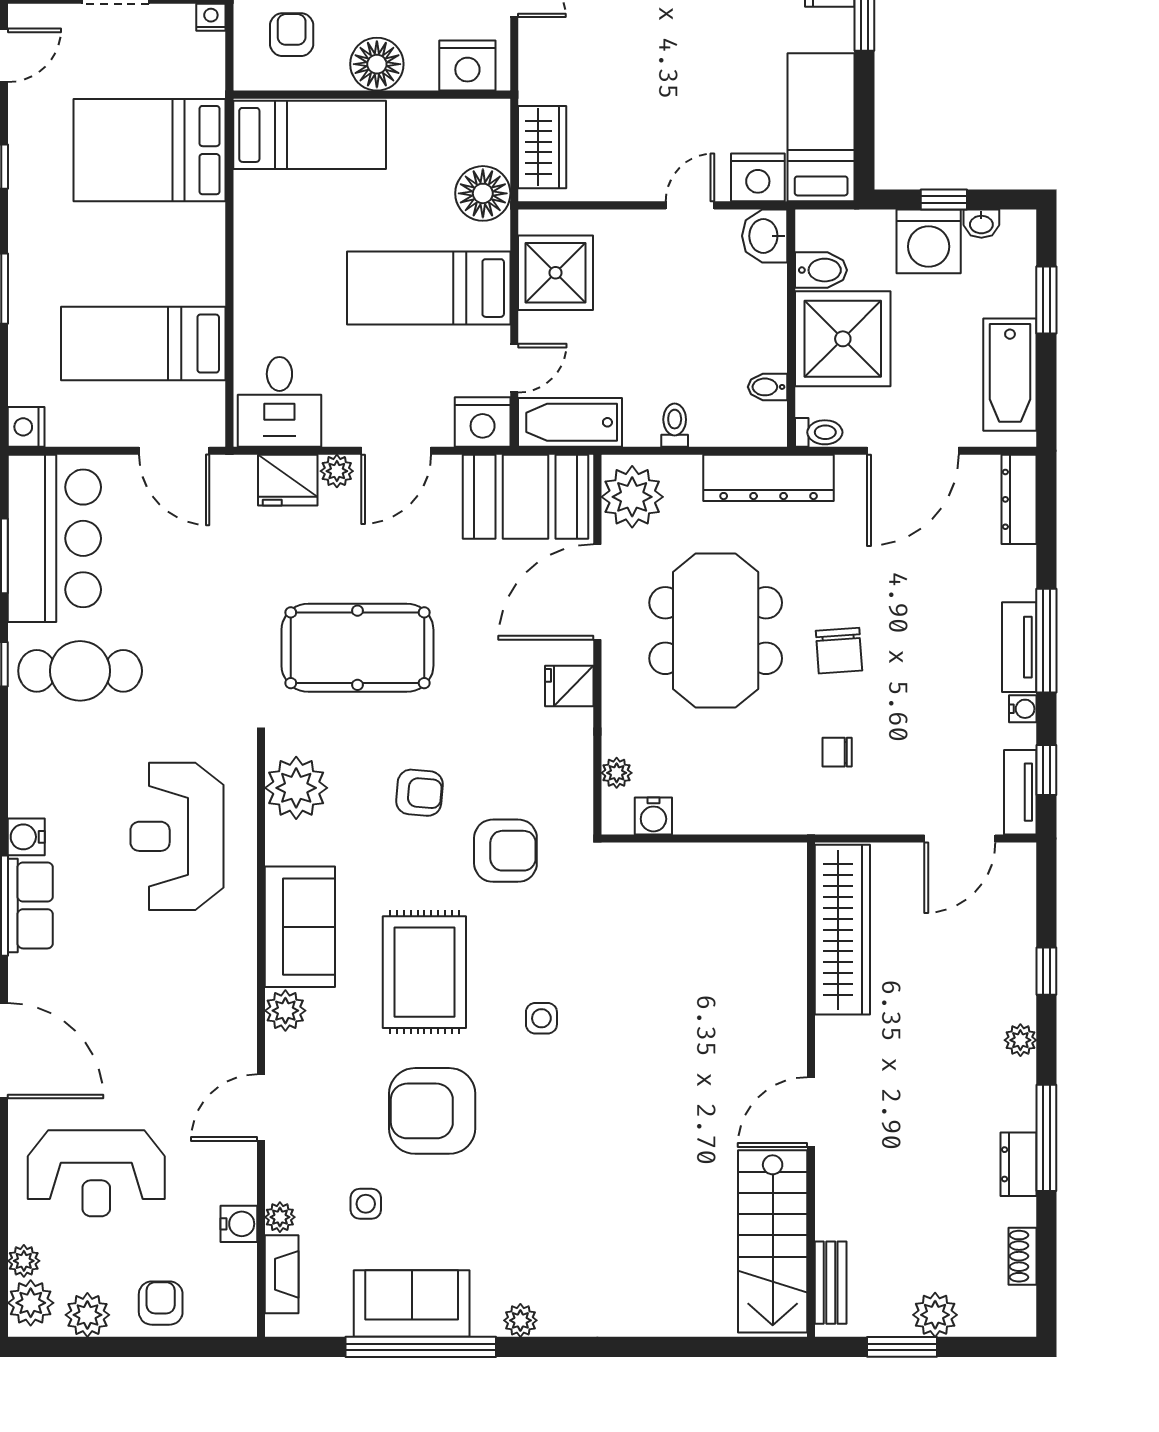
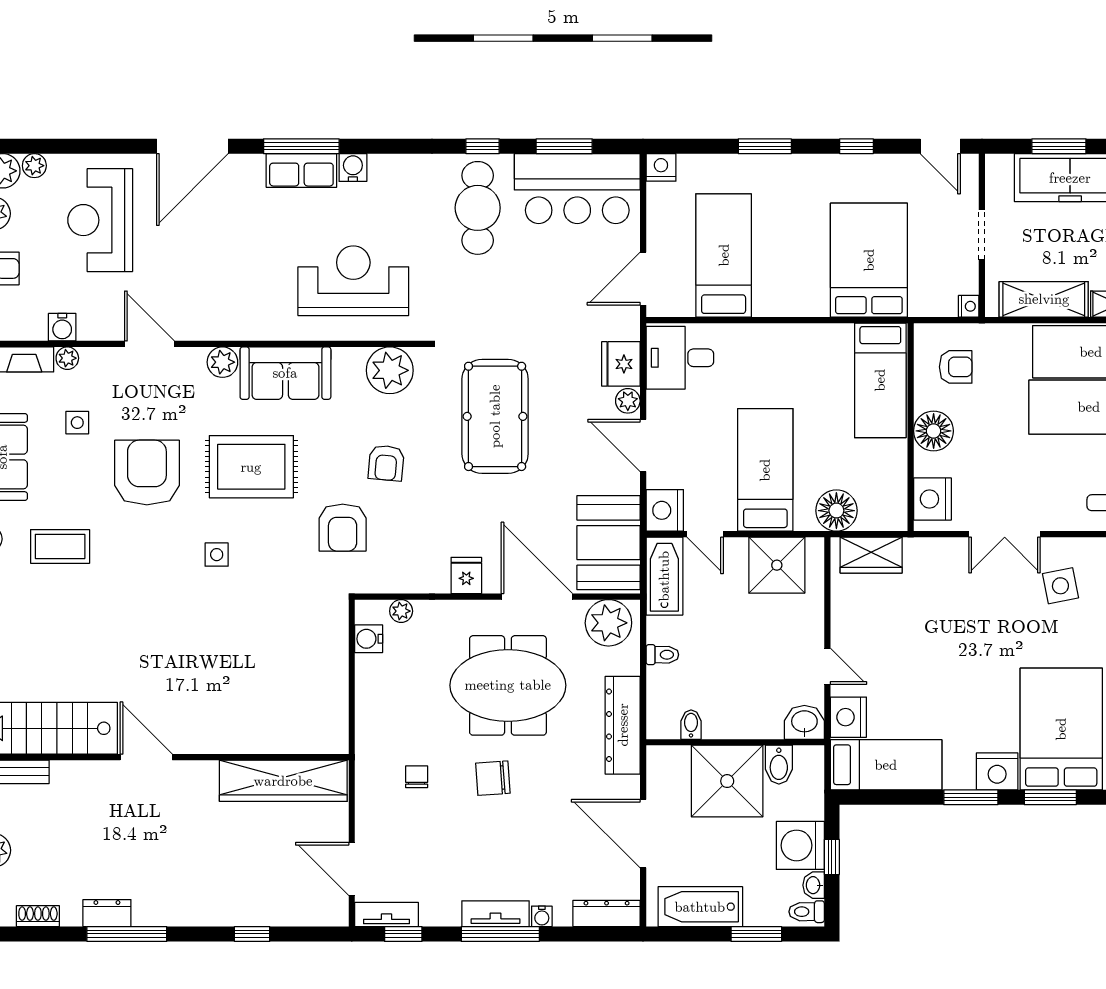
toilet: (819, 432) -> (807, 912), moved, turned 90
water cooler: (1023, 709) -> (542, 916), moved
plant: (1020, 1040) -> (200, 914), removed
coffee table: (531, 1227) -> (60, 546), added

